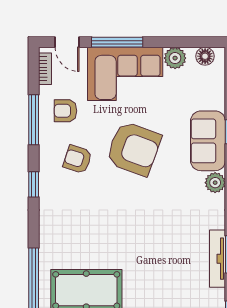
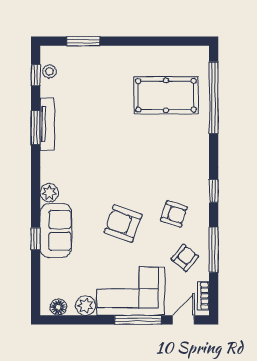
door: (67, 42) -> (183, 320), hinge flipped
armchair: (66, 111) -> (185, 258), turned -50
armchair: (134, 149) -> (123, 223), width x0.73, depth x0.73

